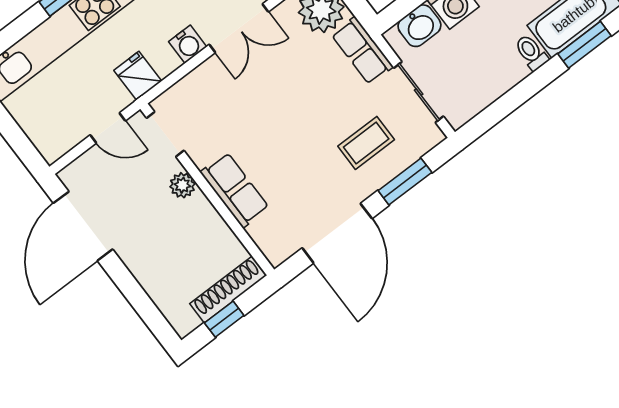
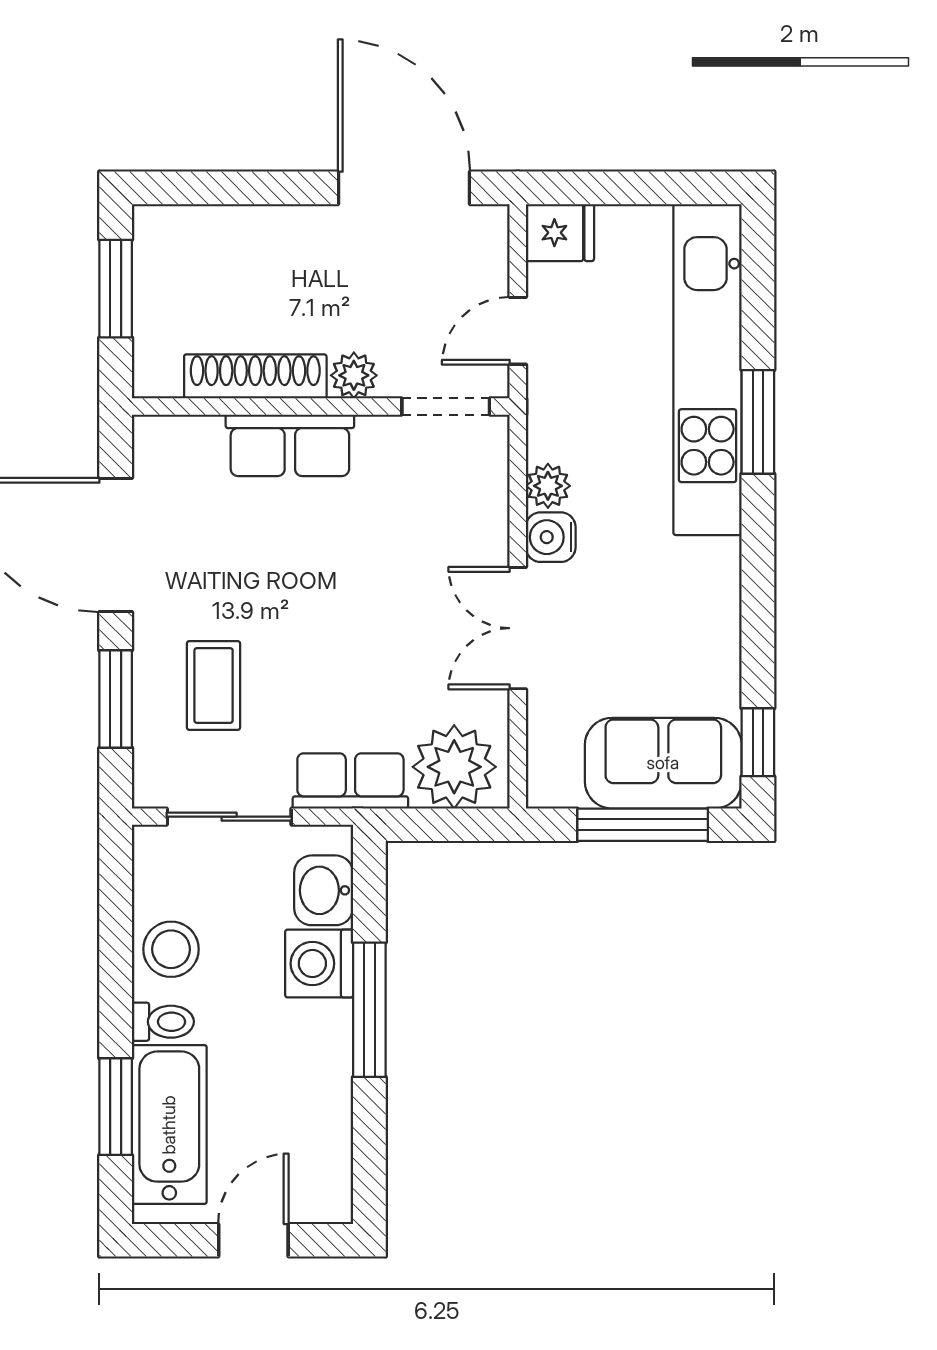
plant: (166, 63) -> (548, 486), added
stool: (497, 73) -> (171, 949), added
fridge: (138, 76) -> (560, 233), moved
shoe rack: (228, 289) -> (255, 376), moved, turned -90
window: (224, 319) -> (116, 289), width x1.50

